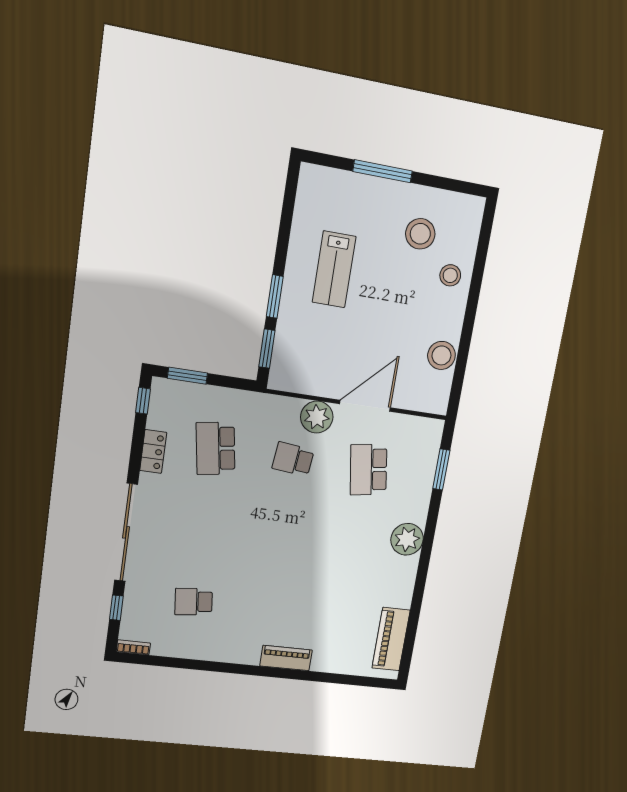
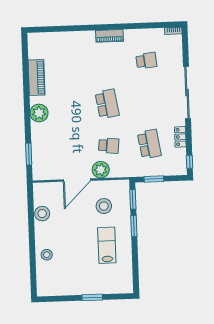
window: (383, 171) -> (92, 297), width x0.69
stool: (420, 234) -> (104, 206), moved
window: (188, 376) -> (154, 179), moved
school desk: (368, 470) -> (107, 104), moved
window: (116, 608) -> (185, 51), removed
piano: (391, 639) -> (37, 78), moved
piano: (286, 658) -> (109, 36), moved

